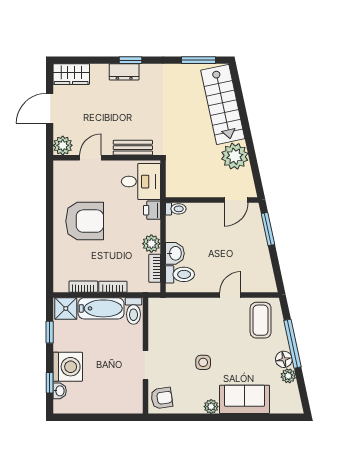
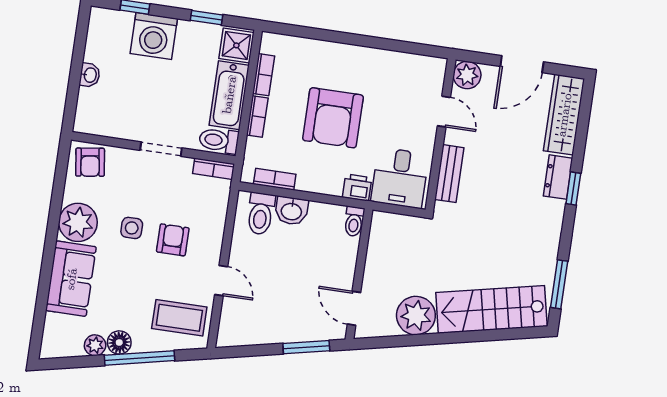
wardrobe: (71, 74) -> (564, 115), width x1.50
door: (50, 108) -> (522, 64), swing flipped
armchair: (85, 221) -> (333, 118), moved
plant: (151, 244) -> (310, 180), removed
bookcase: (154, 312) -> (214, 169), added
armchair: (207, 333) -> (173, 240), added
doorway: (145, 365) -> (161, 149), moved
washbasin: (60, 391) -> (90, 75), moved, turned -90
plant: (211, 407) -> (78, 222), width x1.88, depth x1.88

